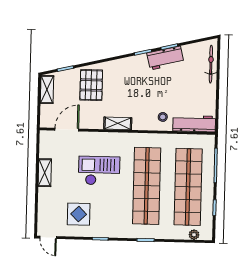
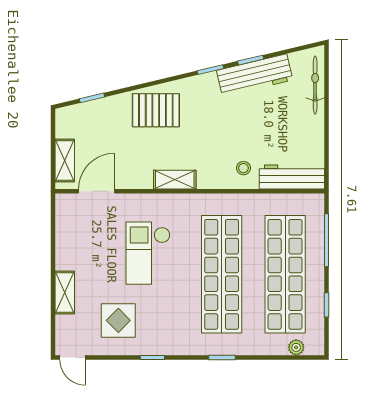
workbench: (165, 58) -> (255, 75), width x1.38
pallet: (91, 85) -> (156, 110), moved, turned 90
shelving: (47, 89) -> (65, 160), moved
checkout: (99, 171) -> (148, 253), turned -90
shelving: (45, 173) -> (65, 292), moved

